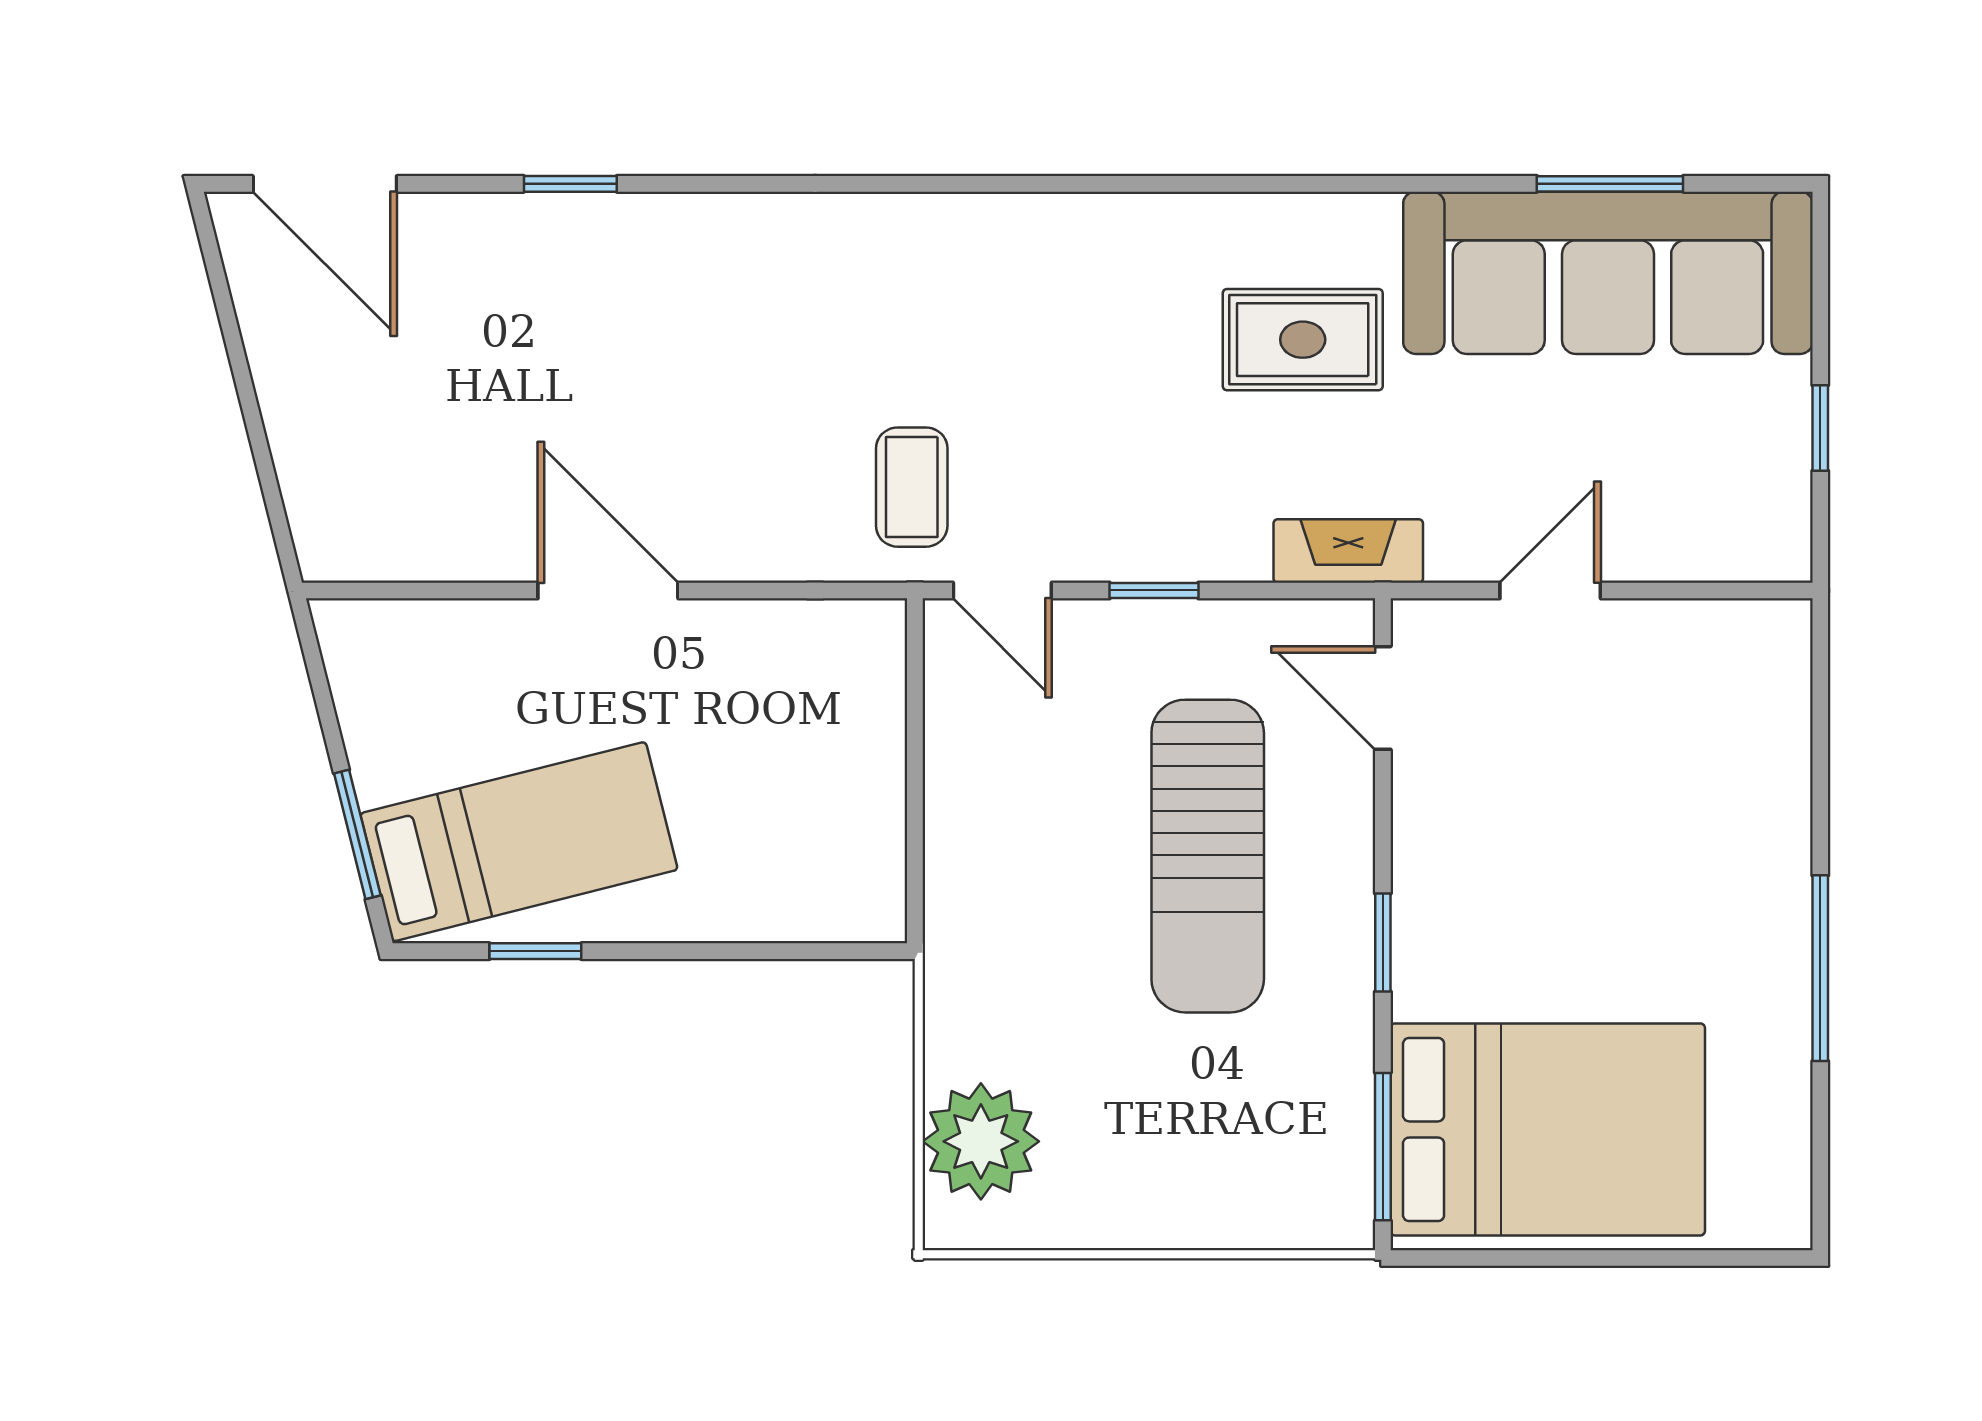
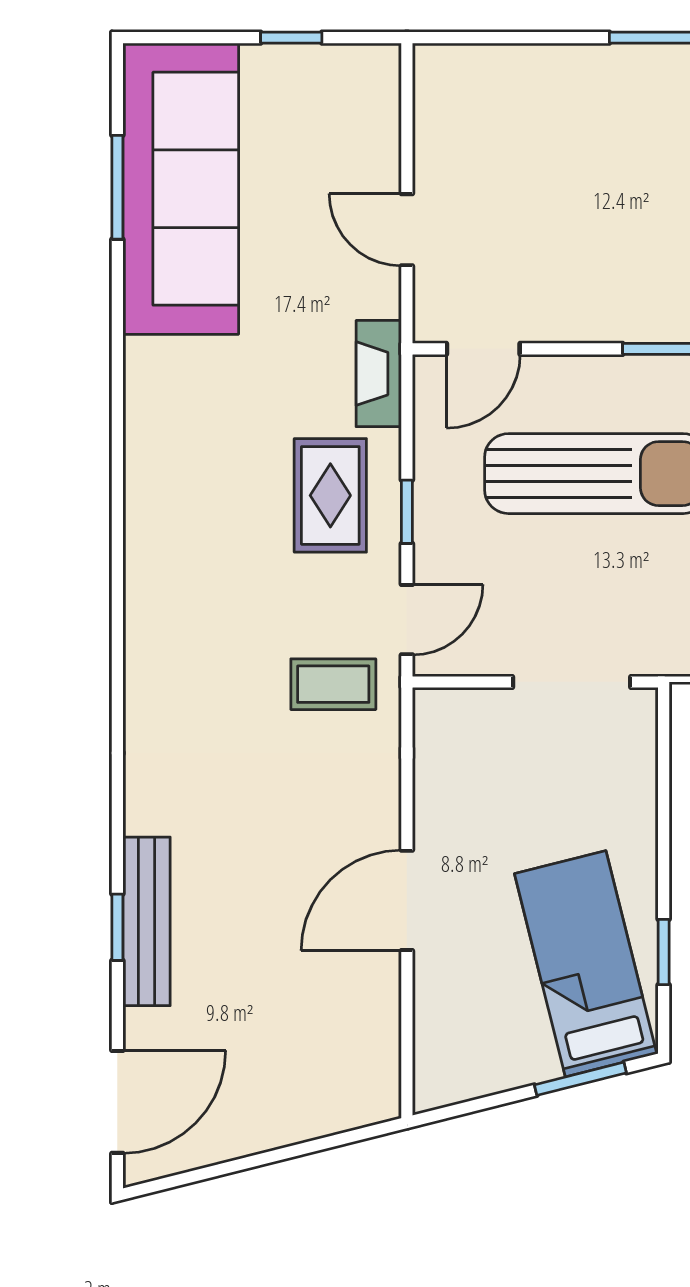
bench: (578, 225) -> (147, 921), added
rug: (1303, 340) -> (330, 495), moved
doorway: (915, 822) -> (572, 682), added

